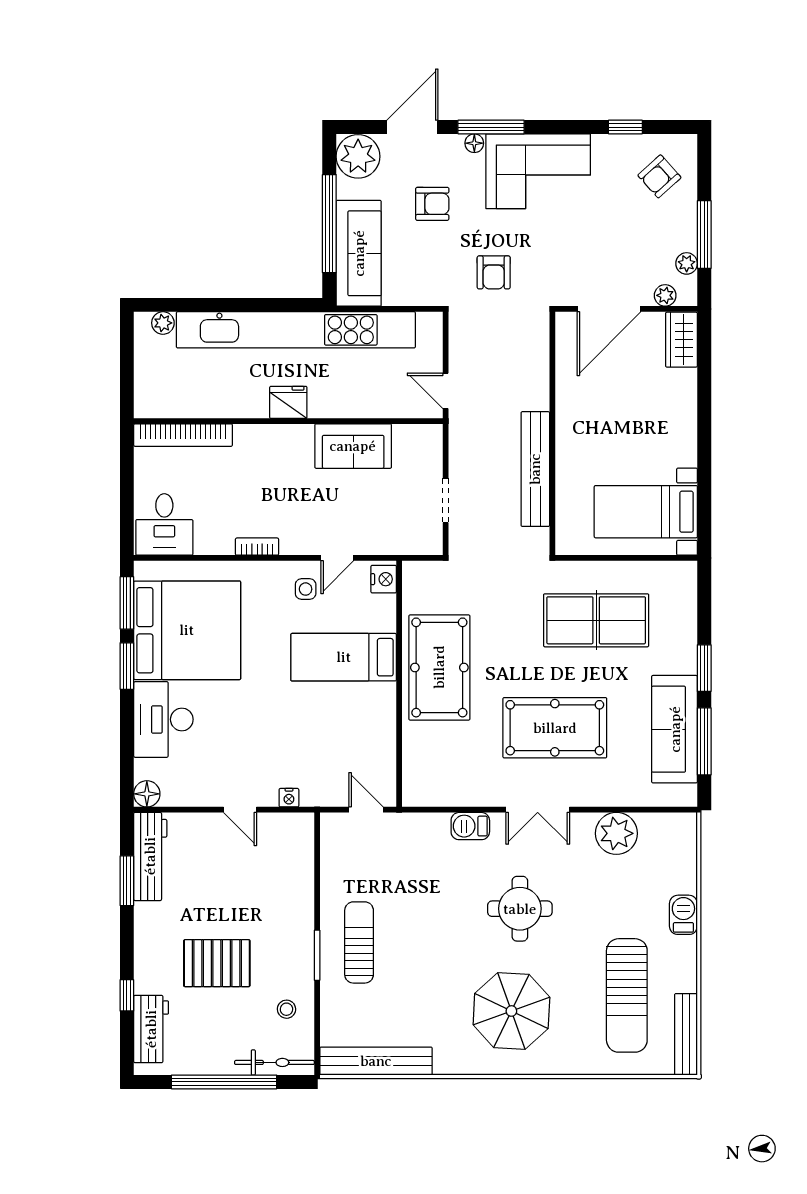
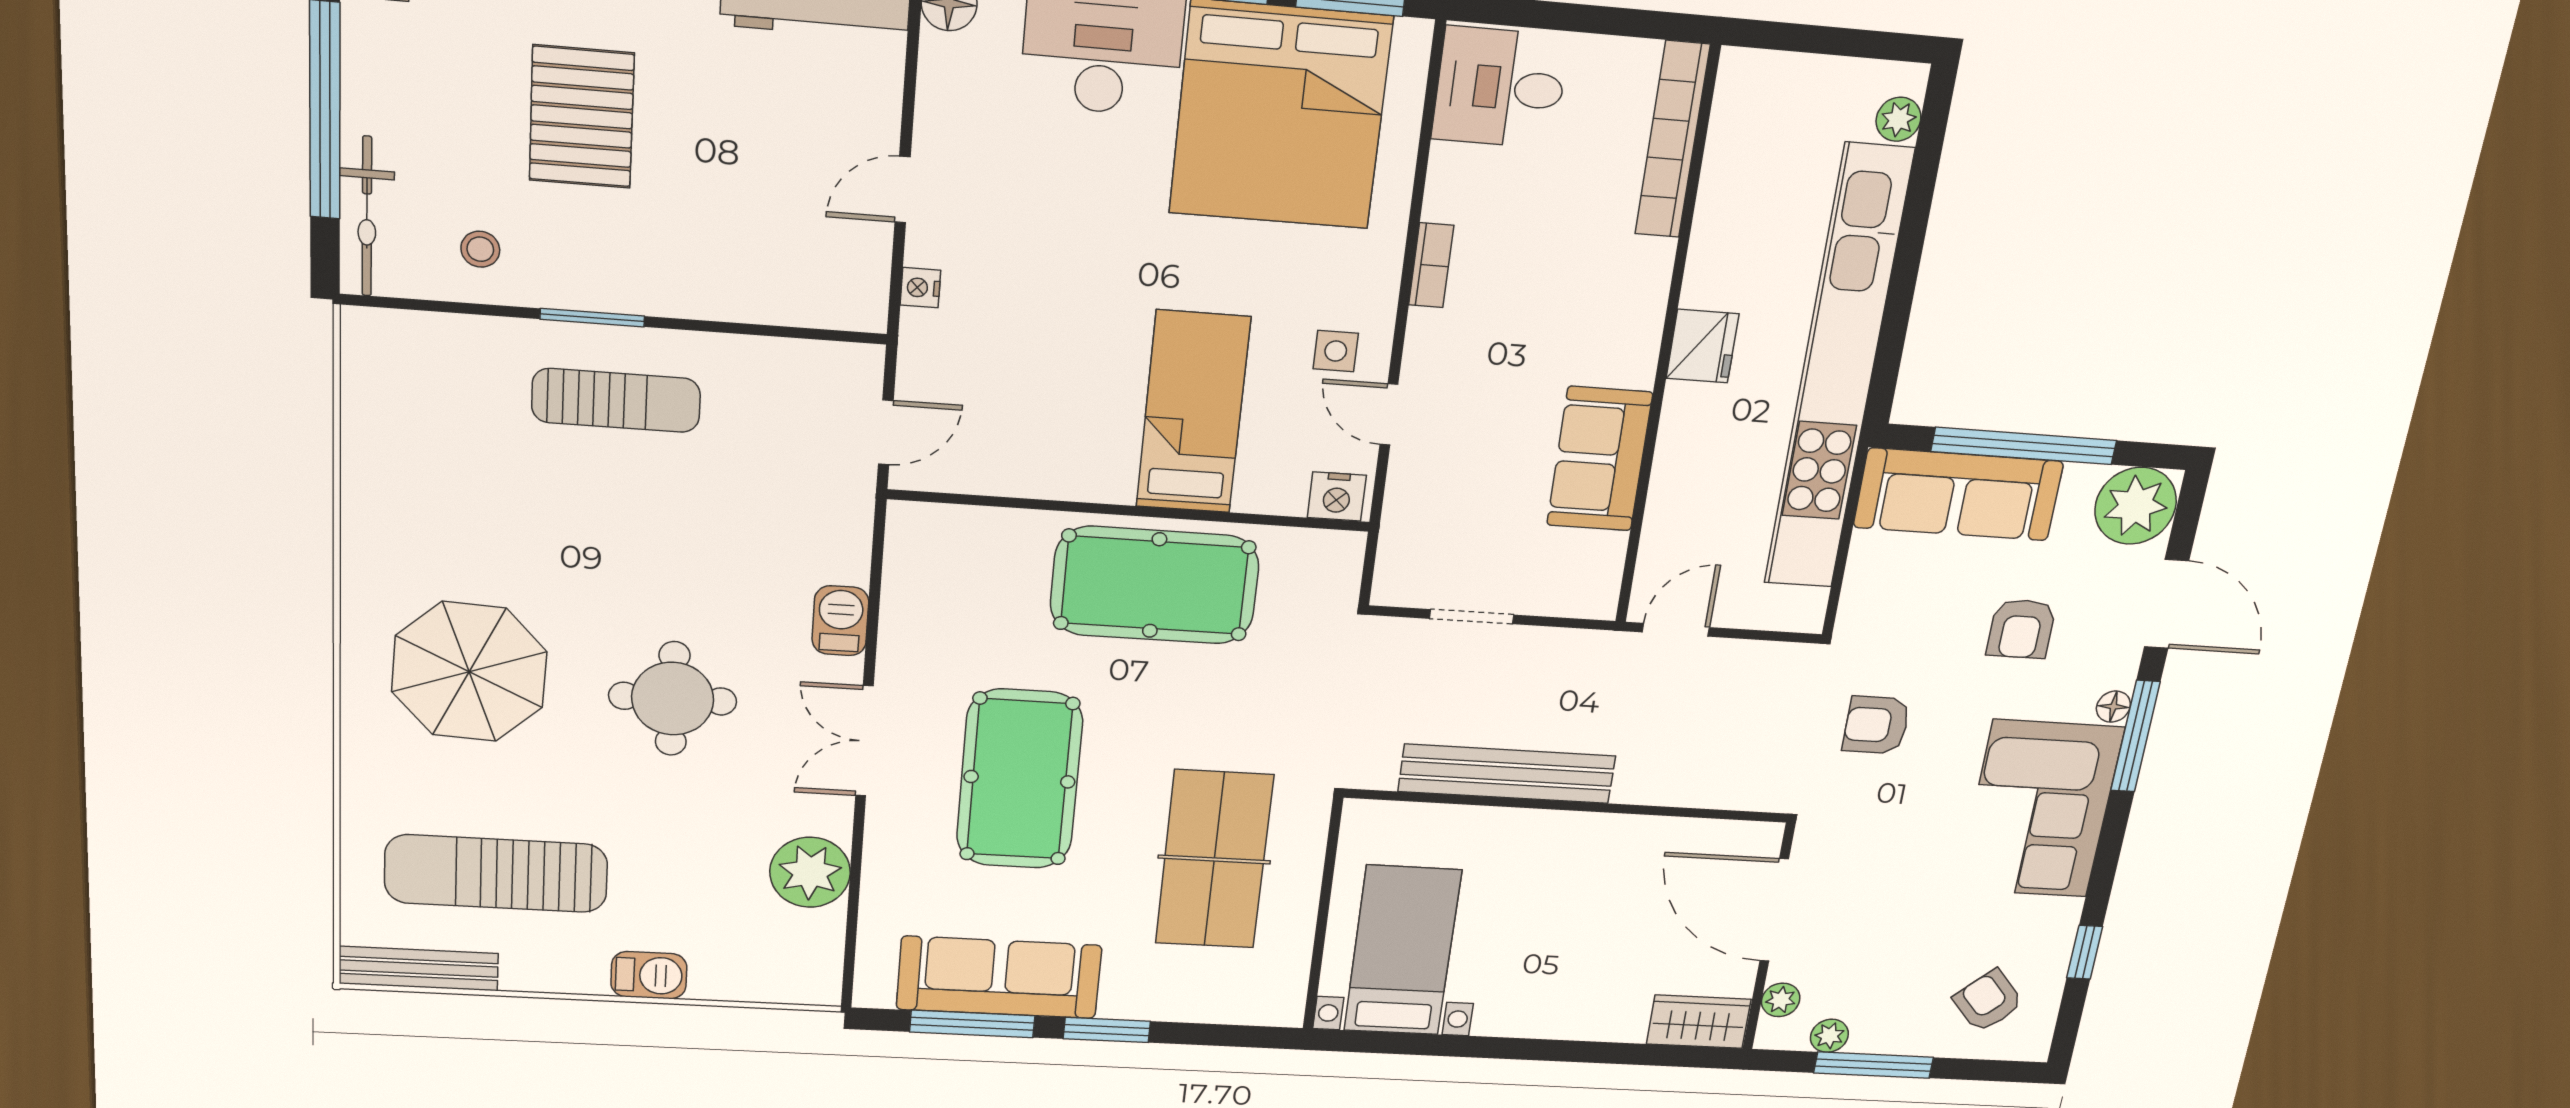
bench: (376, 1061) -> (369, 415), removed

